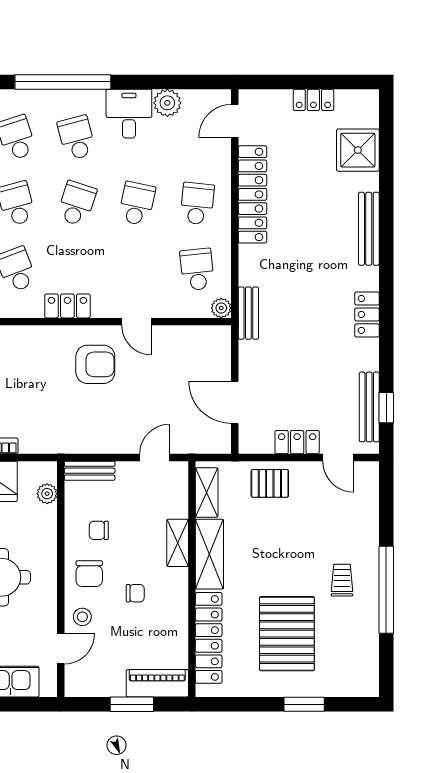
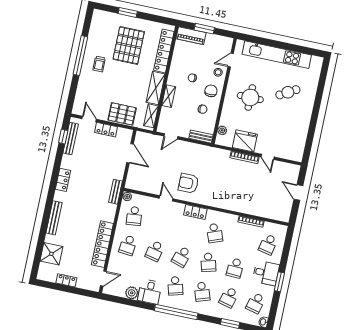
pallet: (270, 483) -> (122, 114), width x1.50, depth x1.42

